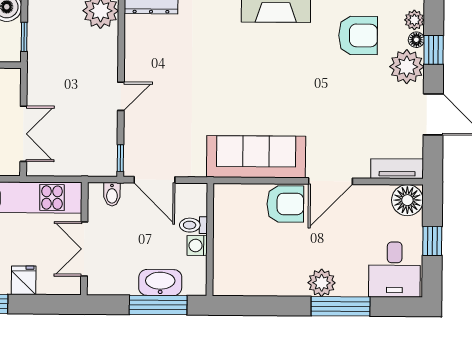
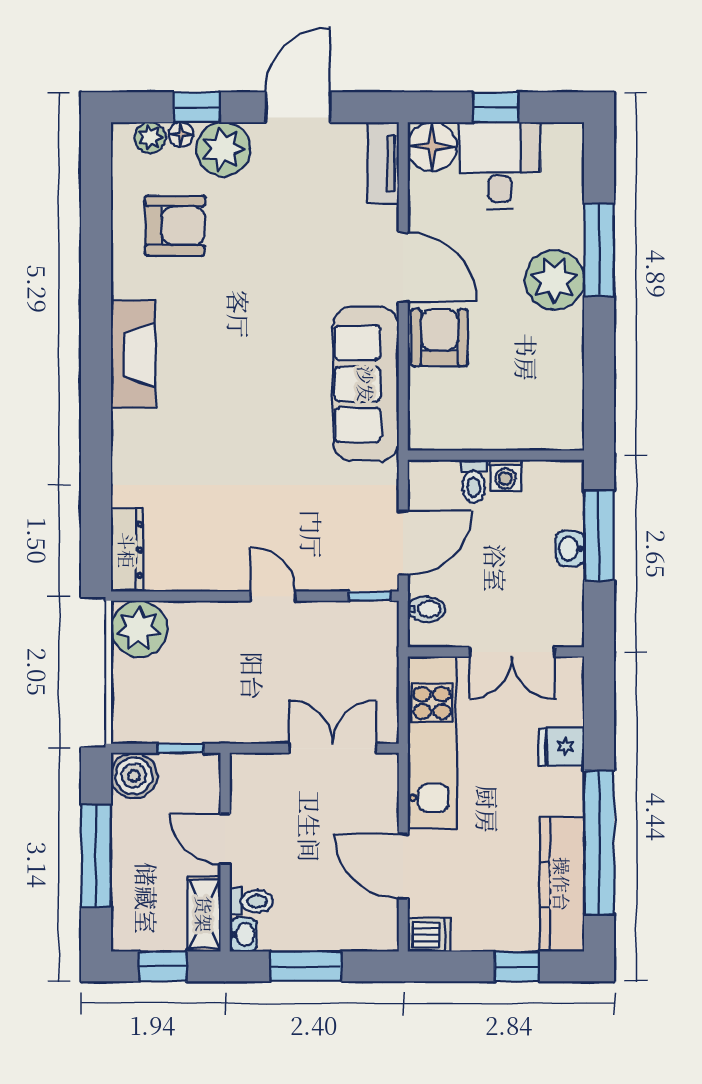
armchair: (358, 35) -> (175, 226), turned 90
desk: (395, 270) -> (500, 165), moved, turned -90
washbasin: (160, 283) -> (570, 548), width x0.52, depth x0.69
plant: (322, 283) -> (555, 280), width x1.36, depth x1.36

